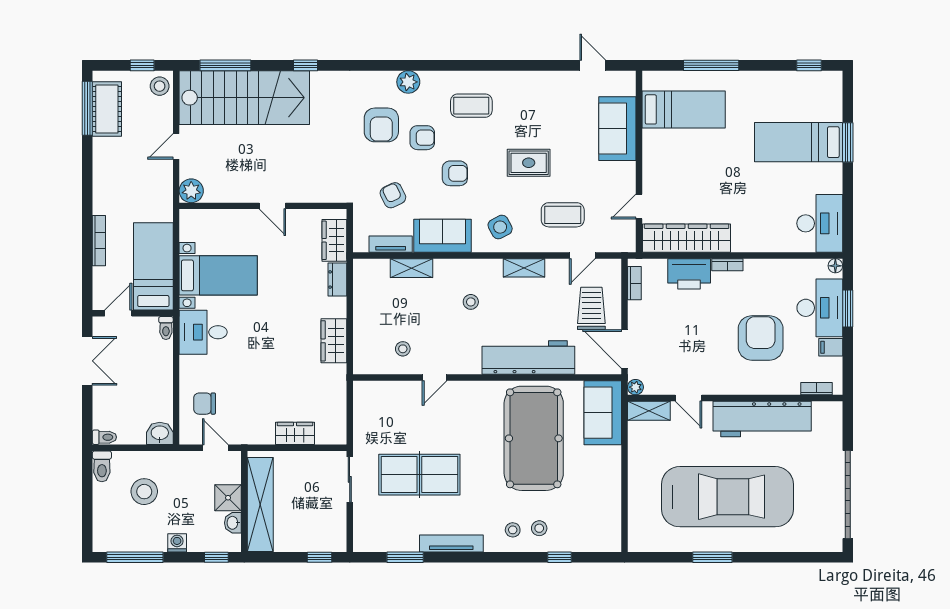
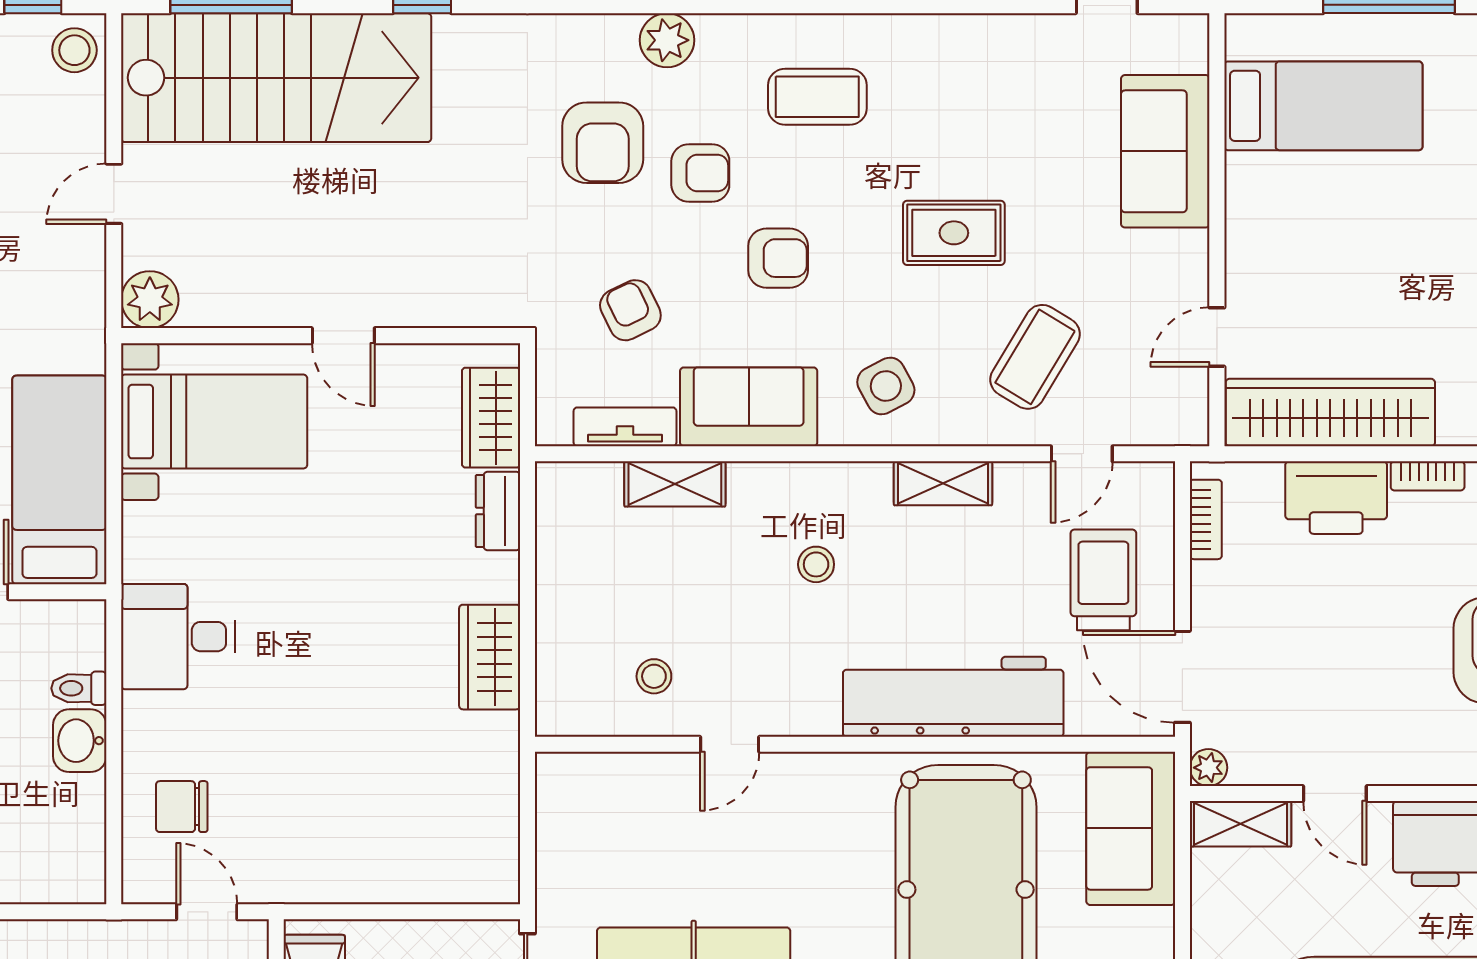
coffee table: (563, 215) -> (1035, 357), turned -59
bed with nightstands: (218, 275) -> (214, 422), moved
toilet: (166, 328) -> (79, 688), moved, turned 90
washbasin: (160, 433) -> (80, 741), moved, turned -90
wardrobe: (295, 433) -> (397, 878), removed

